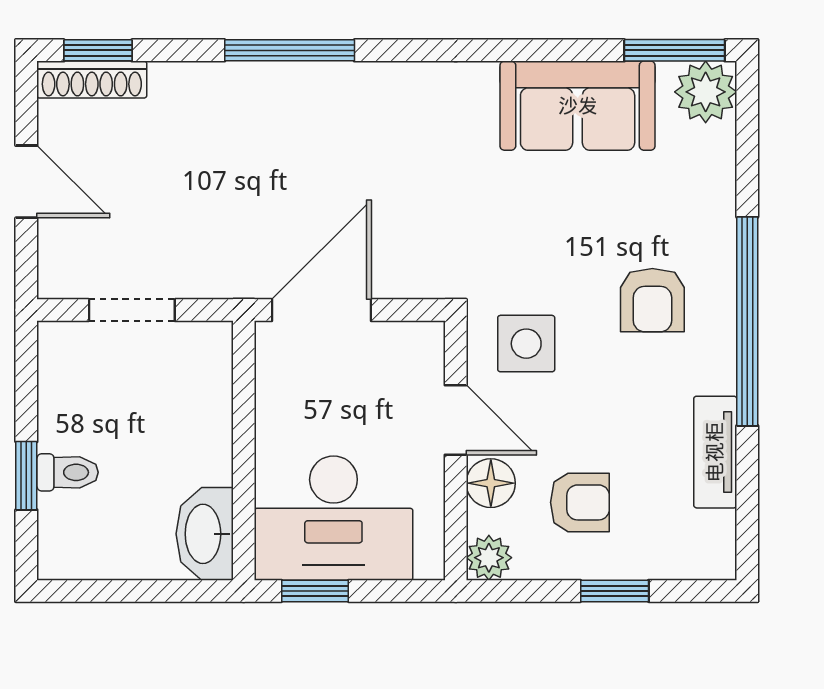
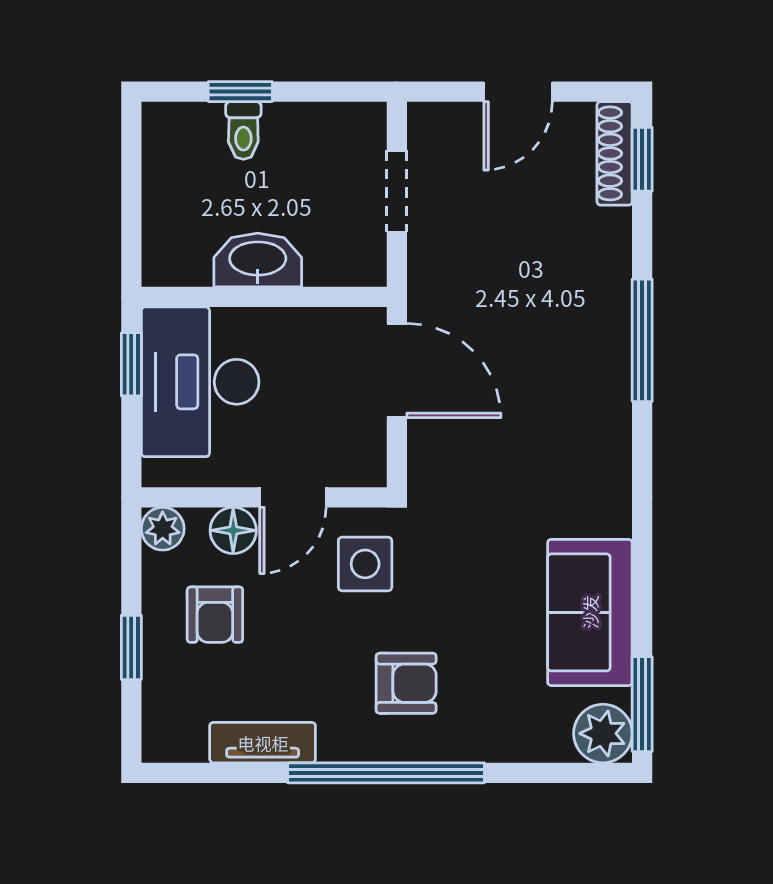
armchair: (652, 300) -> (406, 683), turned 180
washbasin: (205, 534) -> (258, 260), moved

